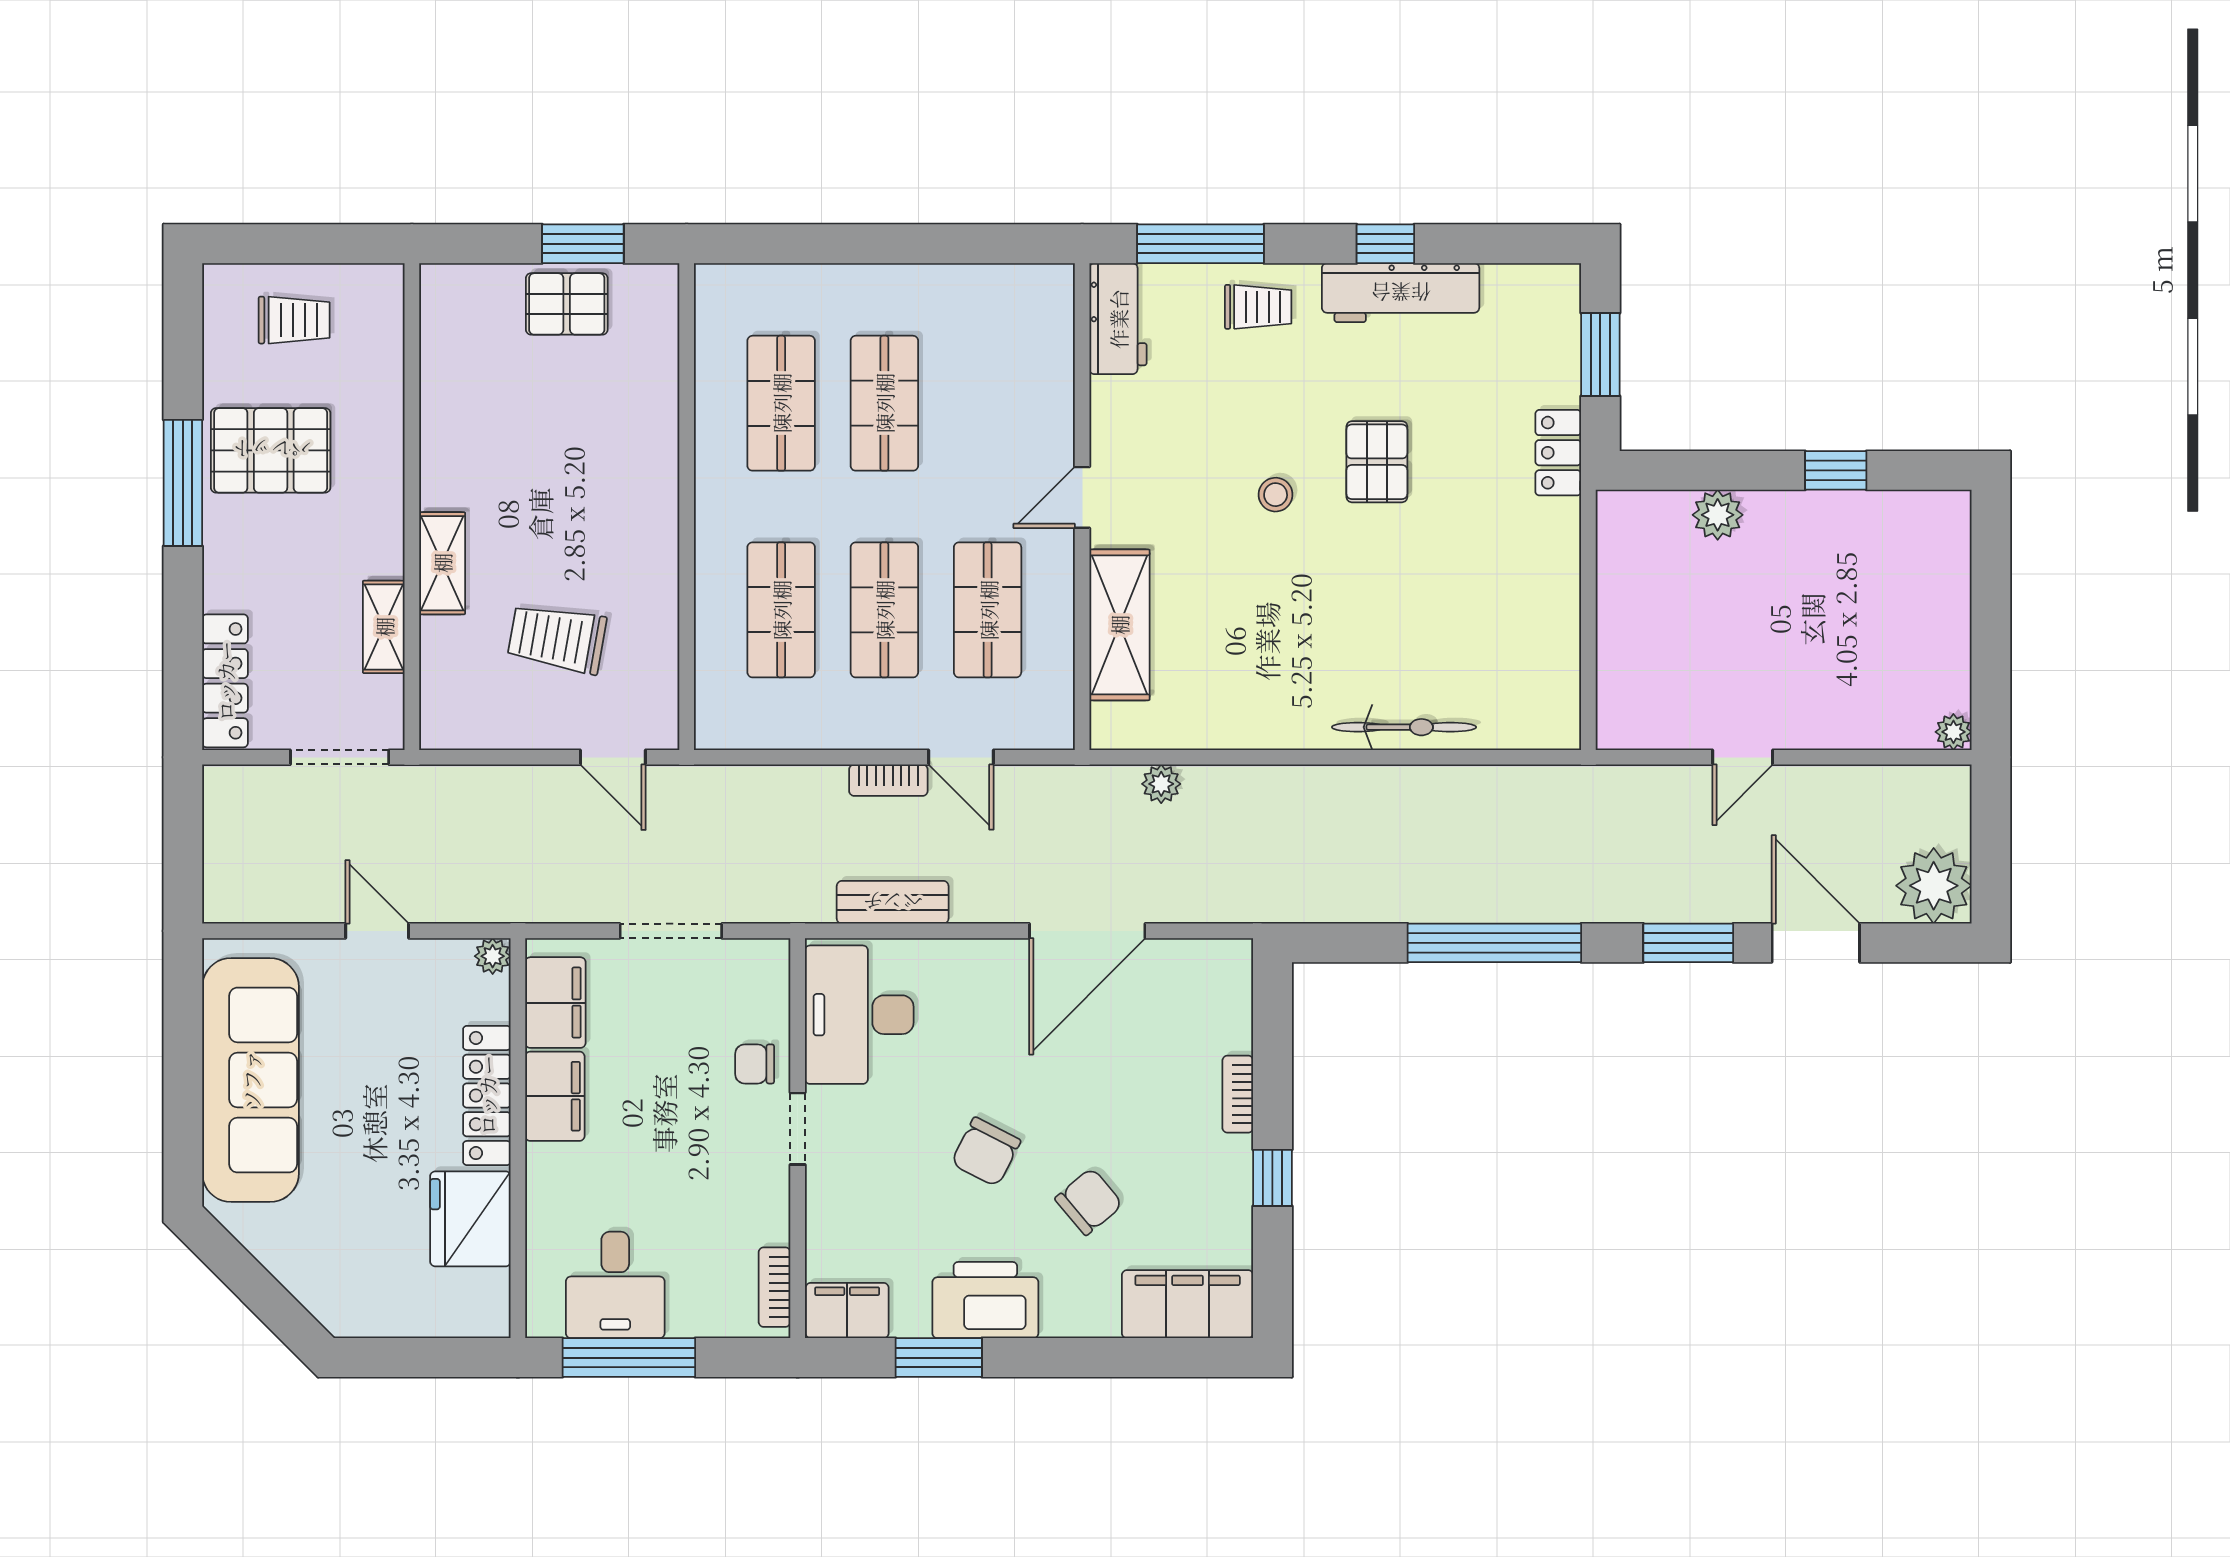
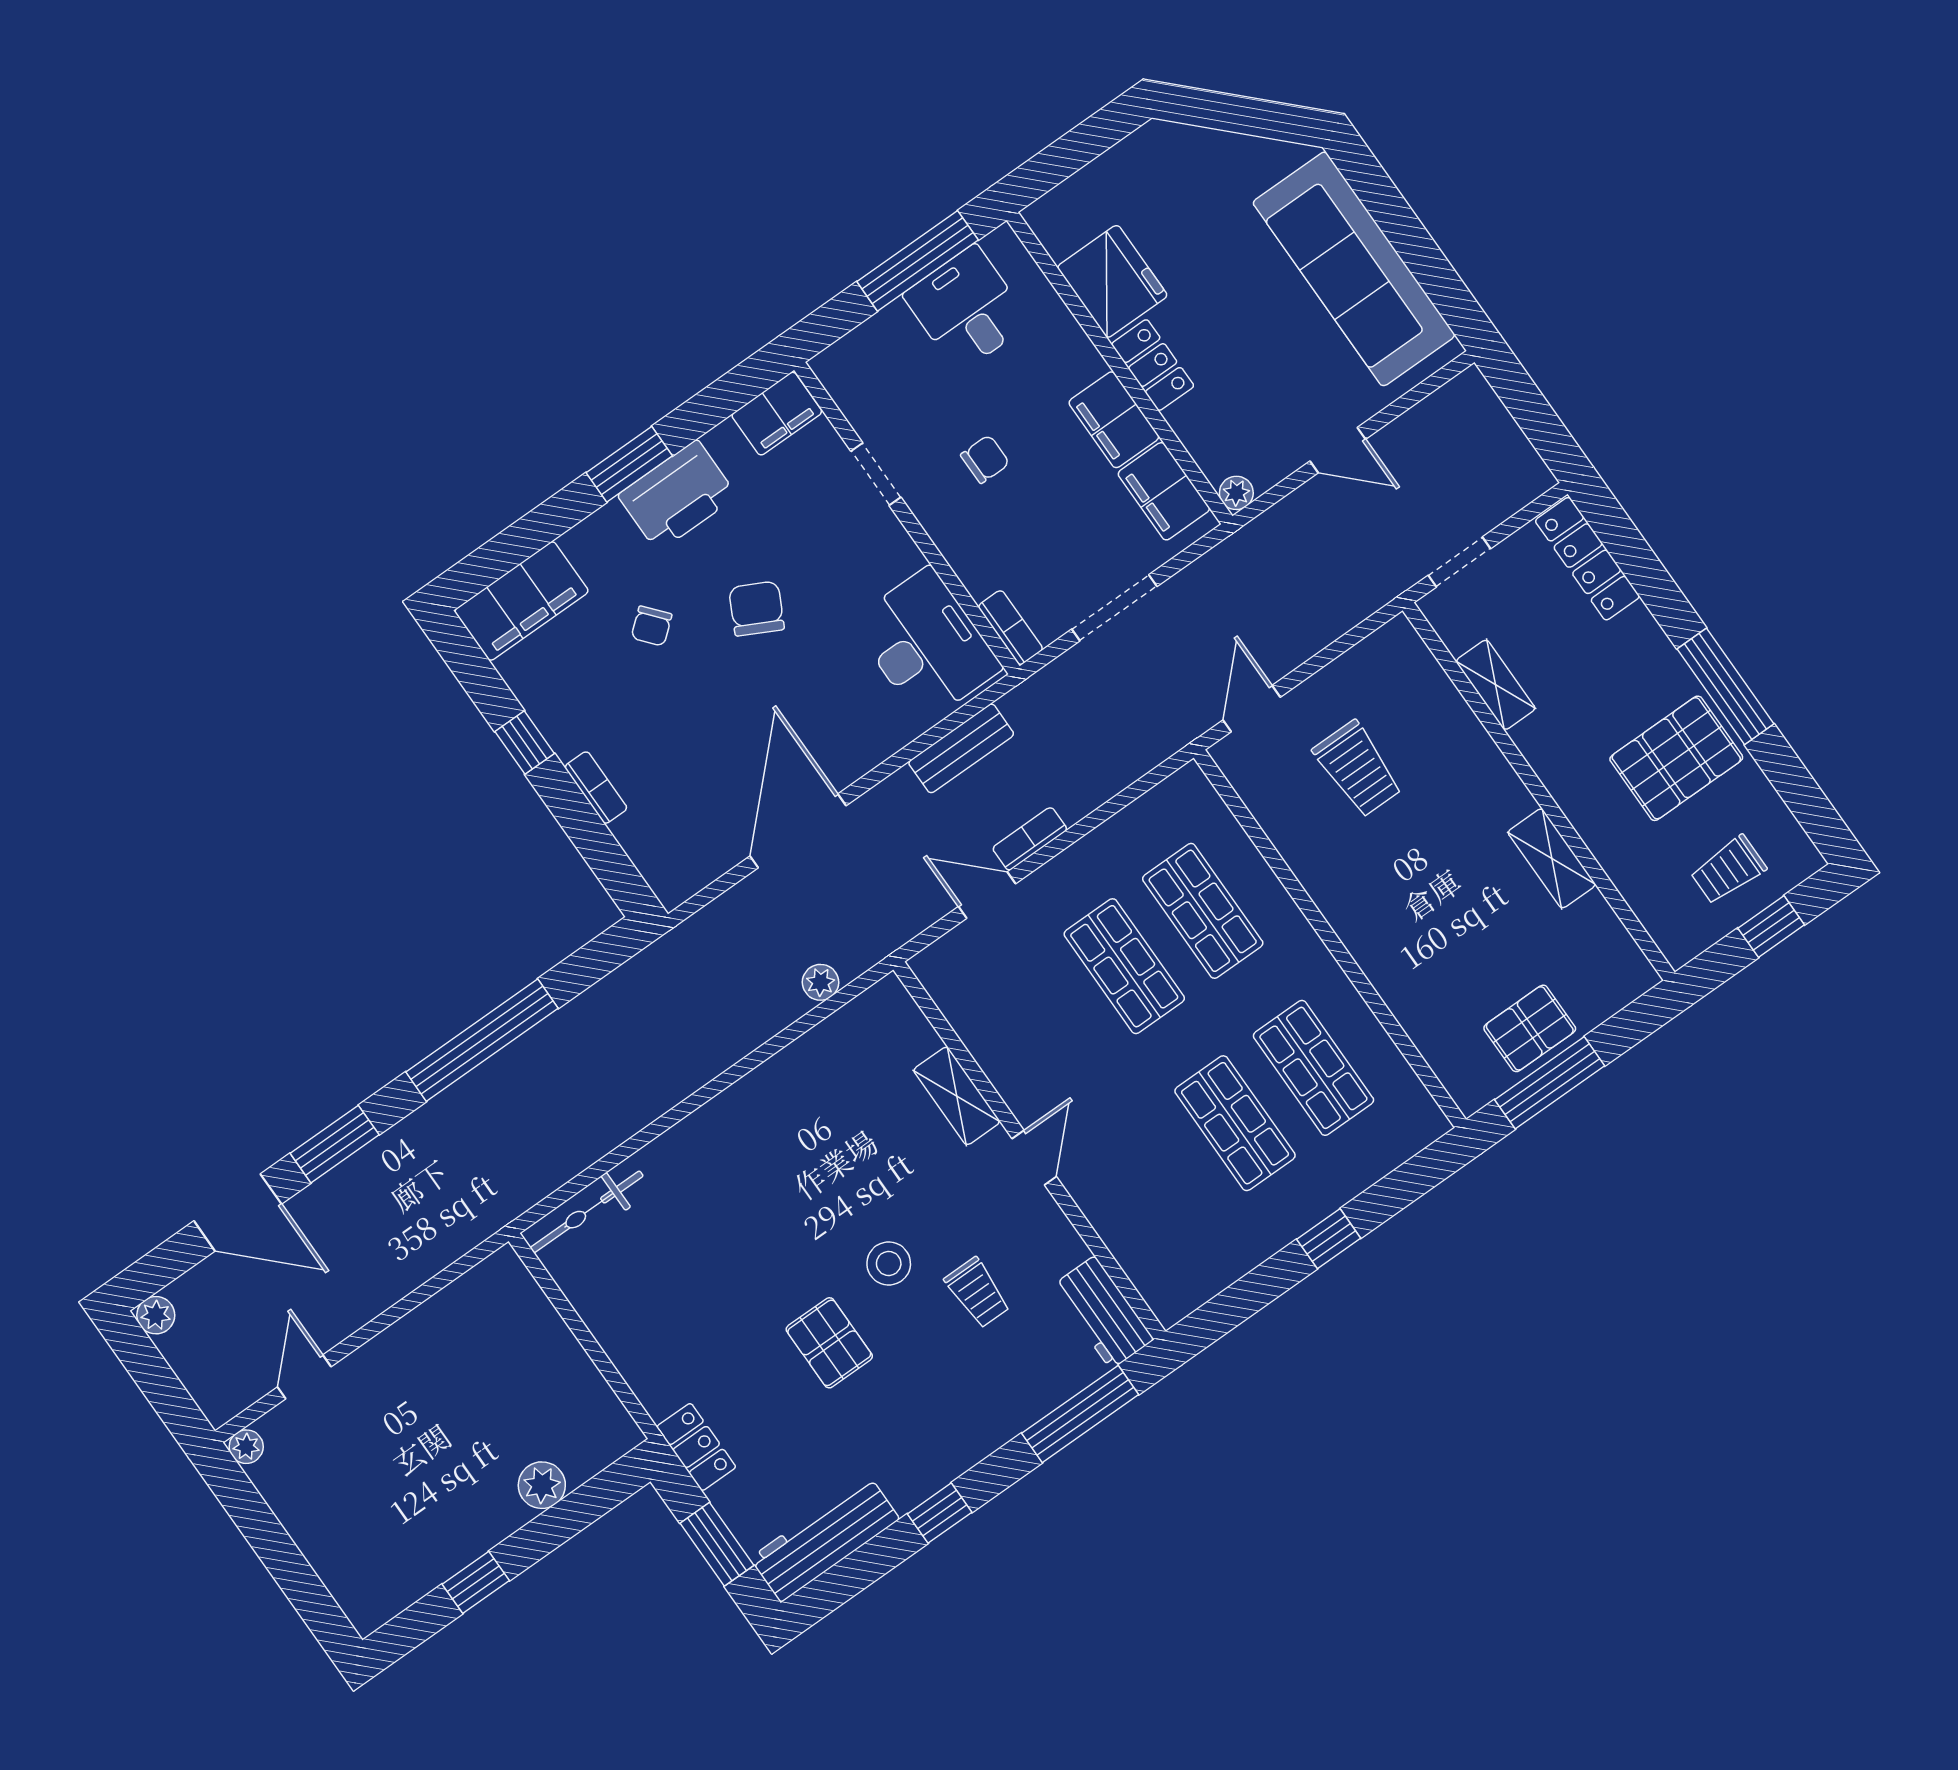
window: (291, 244) -> (1771, 927), added
window: (583, 244) -> (1550, 1083), width x1.44
window: (874, 244) -> (1329, 1239), added
workbench: (1401, 293) -> (825, 1539), moved
trolley: (1258, 307) -> (977, 1293), moved, turned -90
stool: (1276, 495) -> (889, 1263), width x1.37, depth x1.37
shelving: (442, 563) -> (1552, 858), moved
shop shelf: (988, 610) -> (1046, 1022), removed
shelving: (1119, 625) -> (957, 1096), width x0.67, depth x0.75
trolley: (557, 638) -> (1358, 769), turned 80
bicycle: (1404, 727) -> (587, 1212), moved
doorway: (340, 757) -> (1459, 562), width x0.73
door: (613, 757) -> (1252, 709), hinge flipped
door: (1743, 757) -> (304, 1377), moved
plant: (1934, 886) -> (156, 1315), width x0.53, depth x0.53
chair: (755, 1064) -> (985, 459), moved
locker: (487, 1095) -> (1153, 365), width x0.66
doorway: (798, 1129) -> (876, 474), moved
chair: (1089, 1202) -> (652, 626), width x0.73, depth x0.73
bookcase: (774, 1287) -> (1010, 628), moved
window: (939, 1358) -> (629, 464), moved

